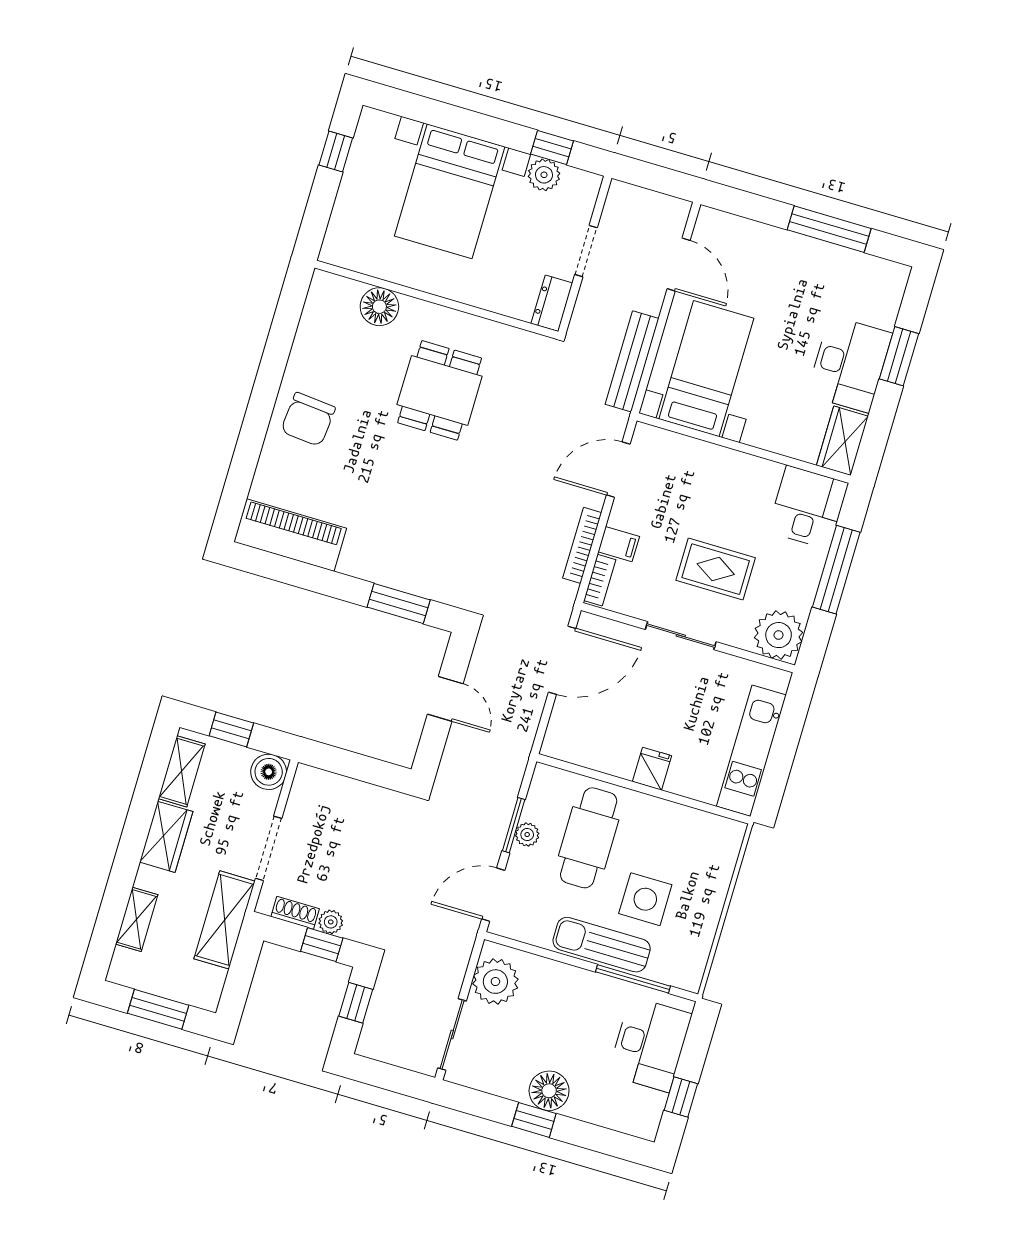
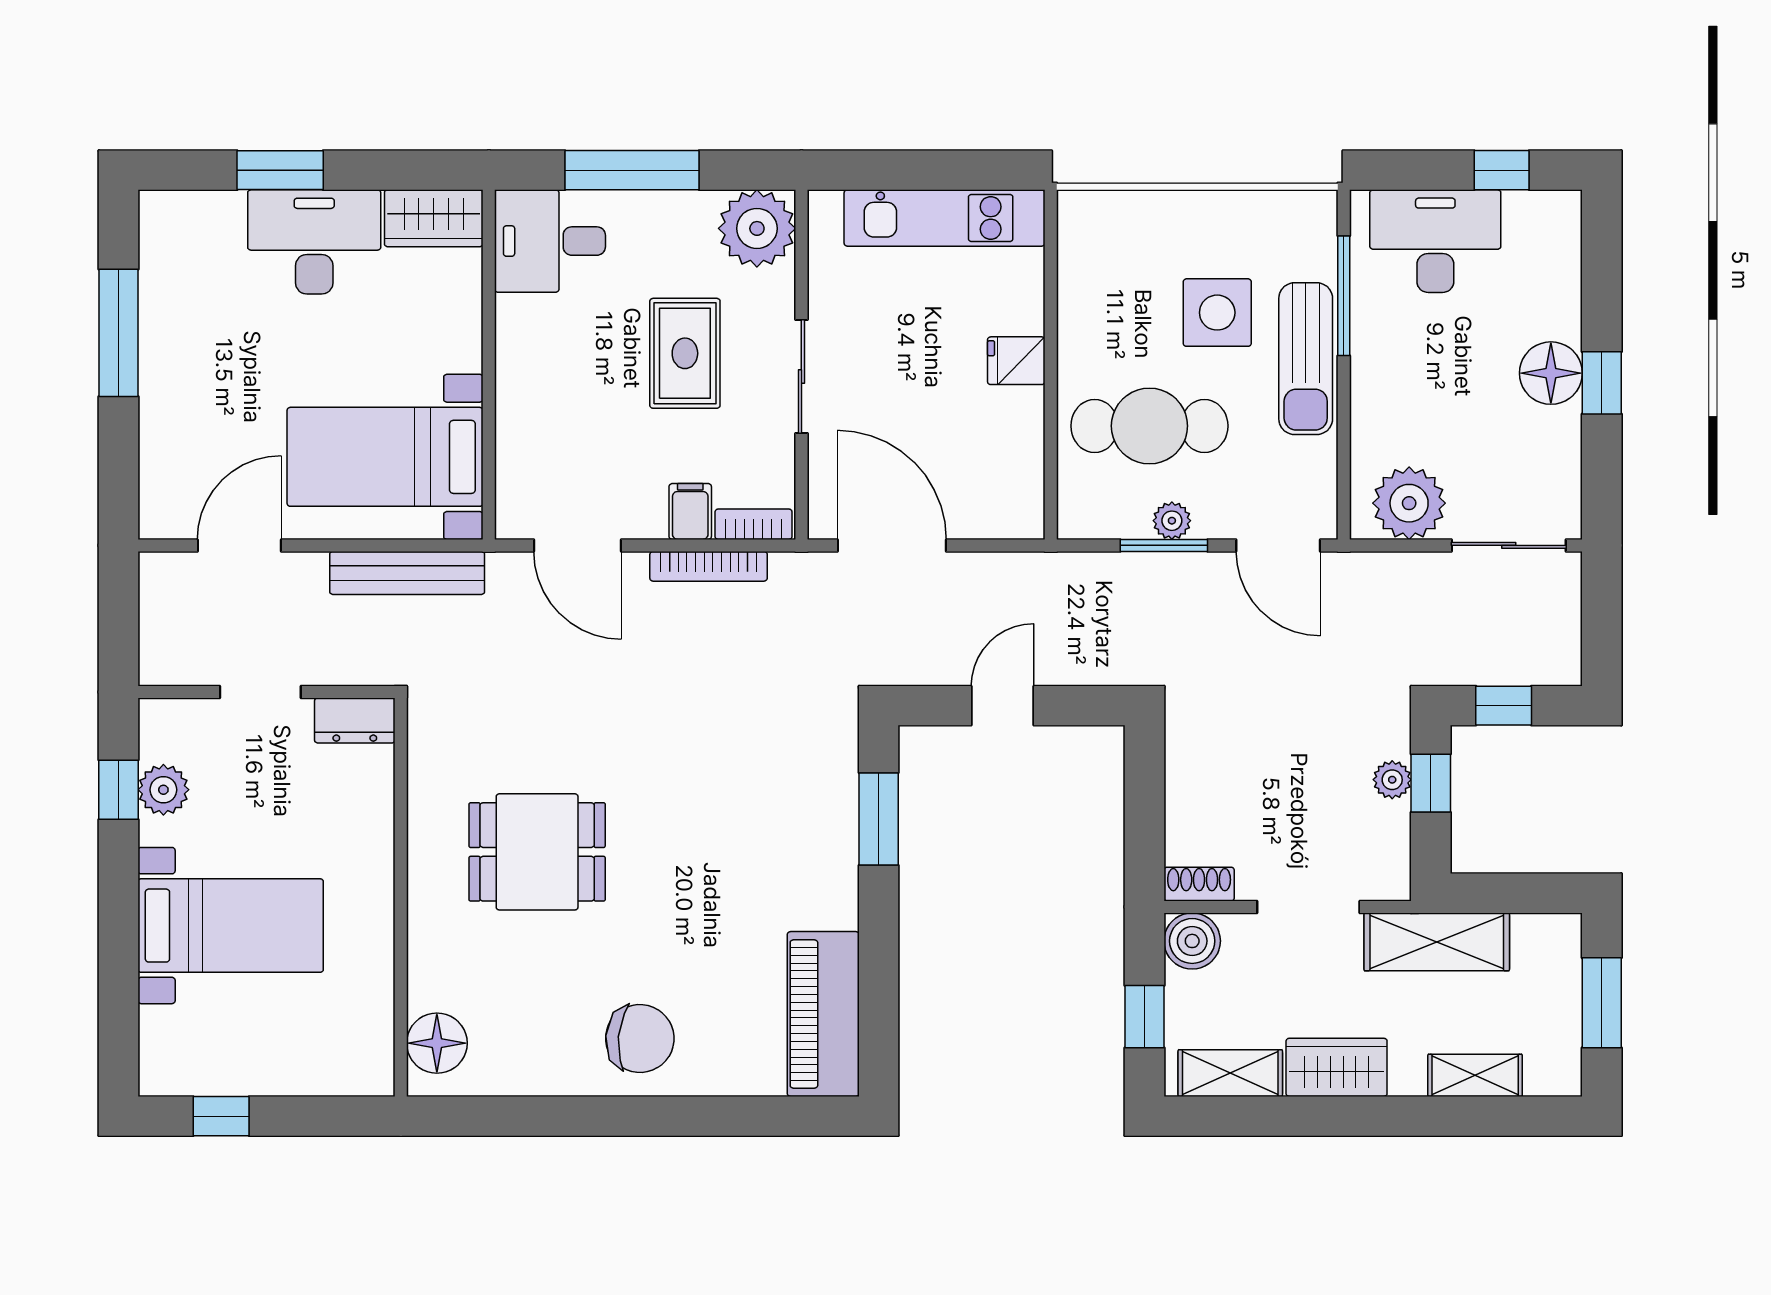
bed with nightstands: (450, 191) -> (231, 926), width x0.73
floor lamp: (379, 307) -> (437, 1043), moved
shoe rack: (295, 913) -> (1199, 884), moved, turned 90

